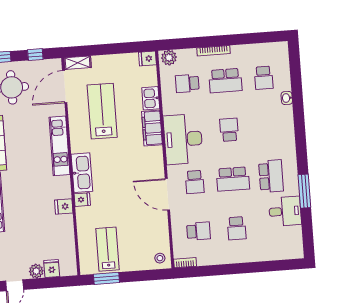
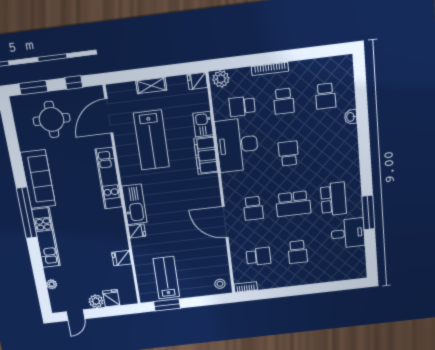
shelving: (78, 63) -> (151, 86), moved
school desk: (225, 81) -> (284, 101), width x0.54
lab bench: (102, 111) -> (151, 140), turned 180
desk: (183, 139) -> (237, 145), moved
fridge: (64, 206) -> (122, 258), moved

